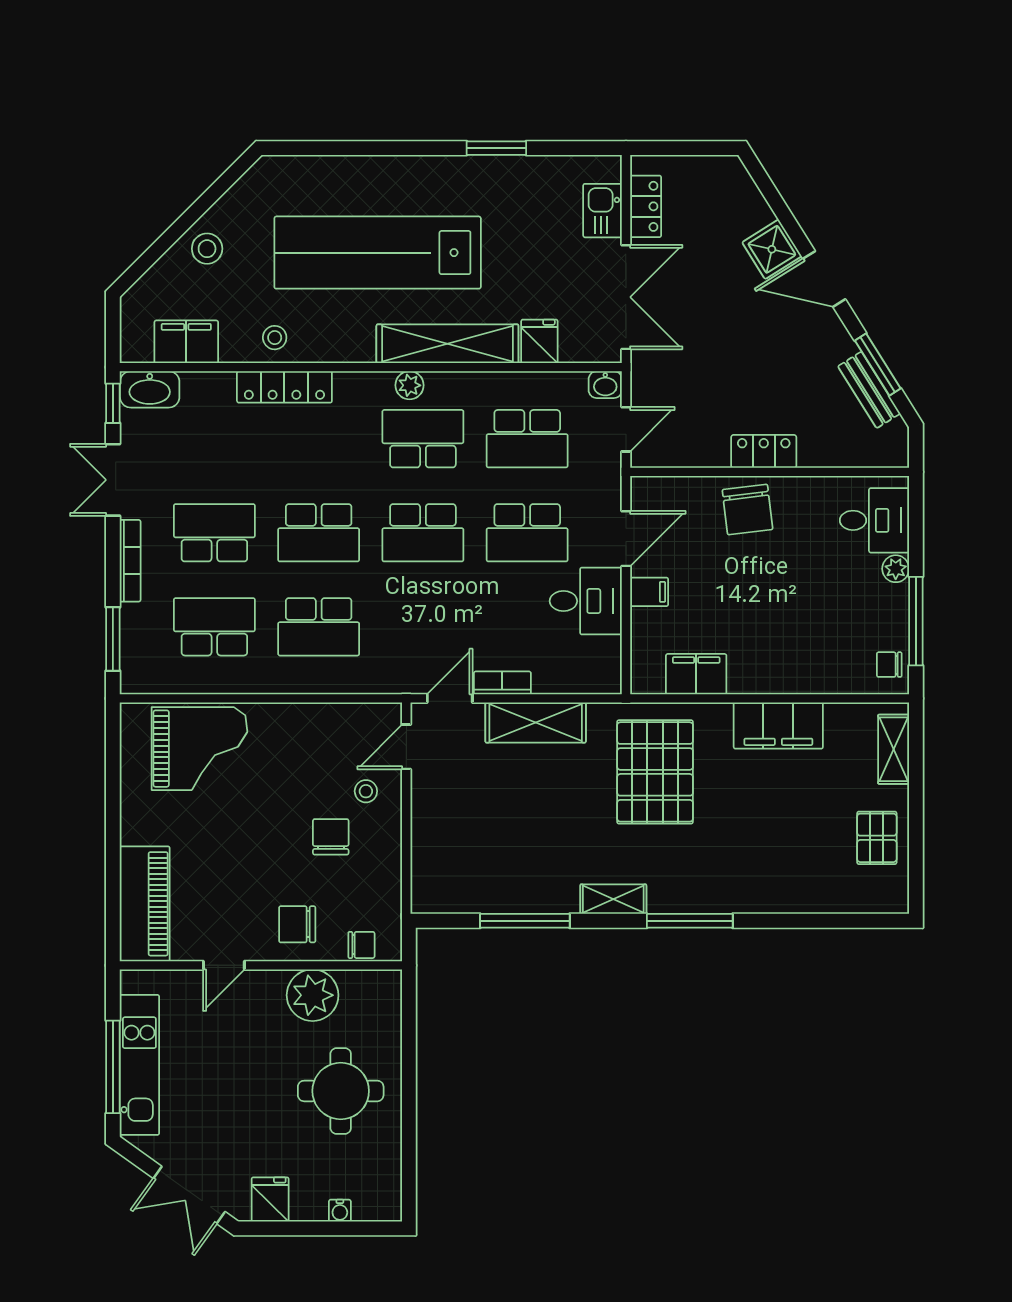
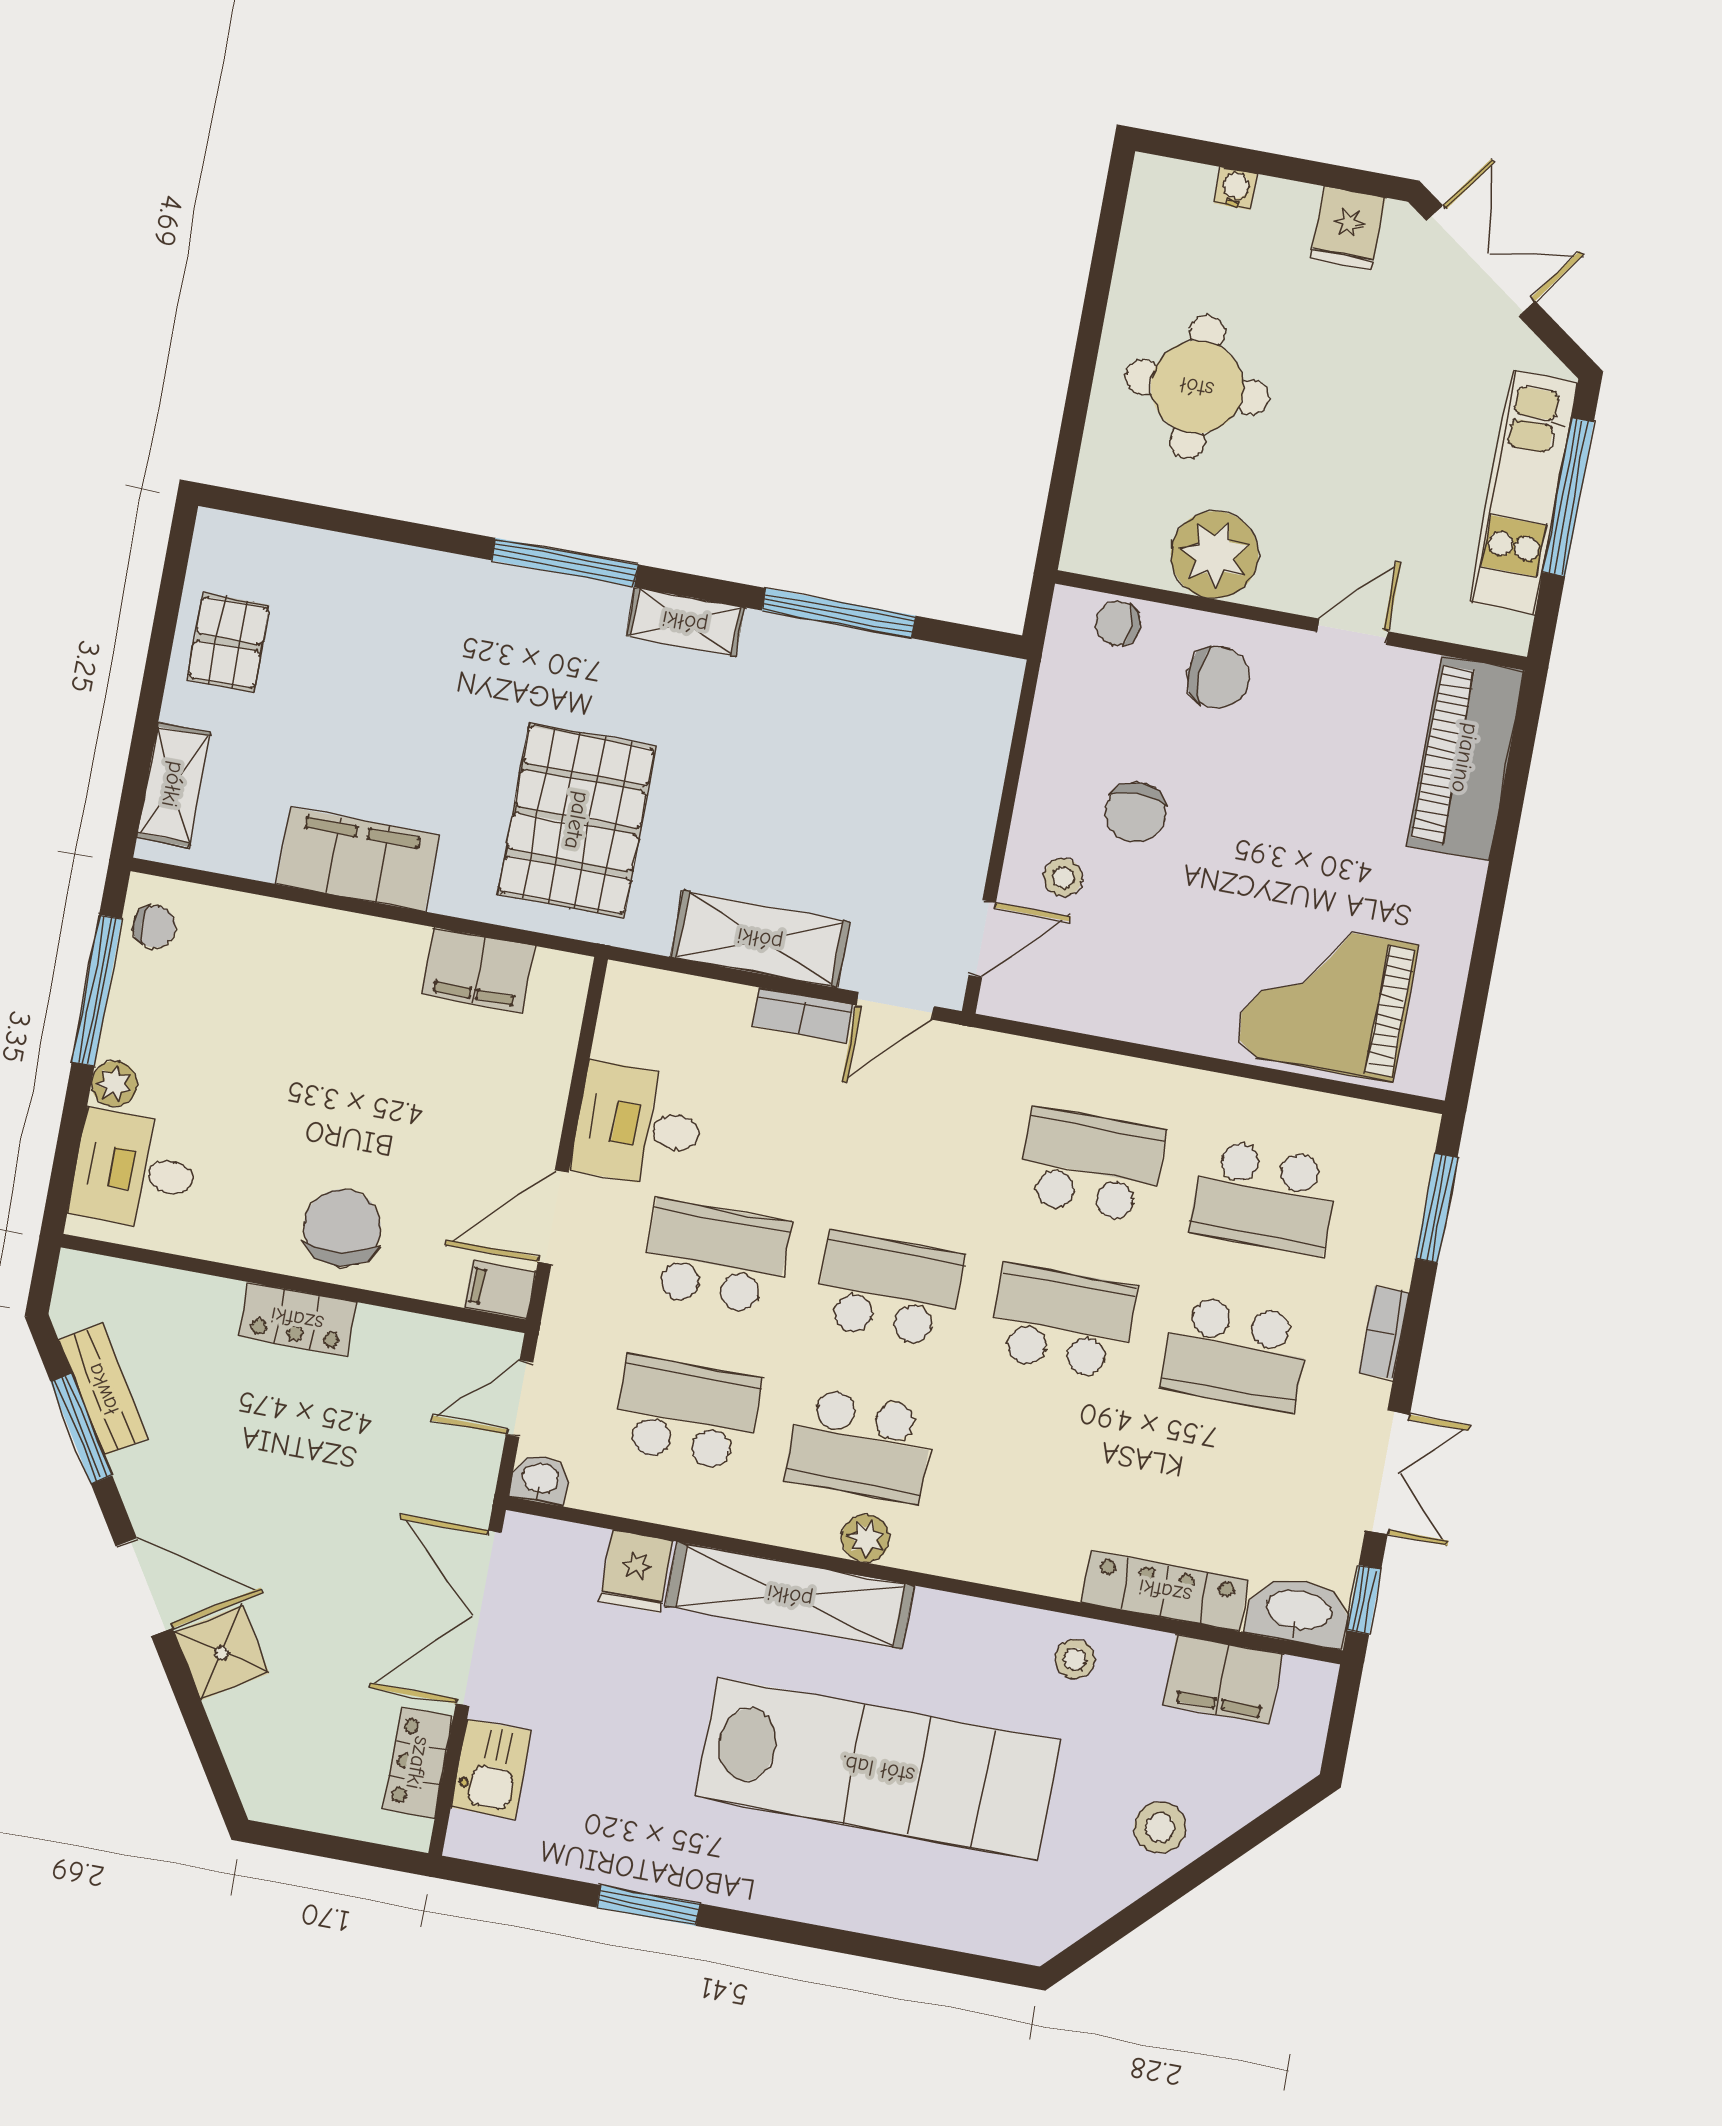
locker: (284, 387) -> (1165, 1591), moved
bookcase: (130, 561) -> (1384, 1333), width x0.64
filing cabinet: (649, 592) -> (500, 1290), moved

